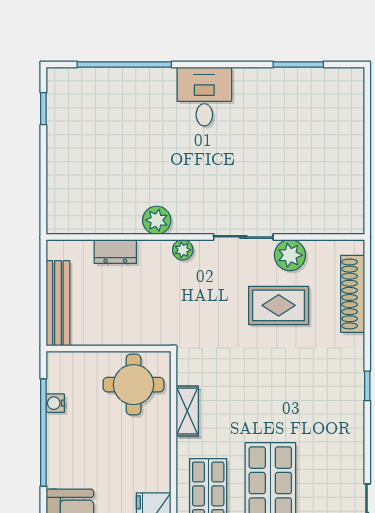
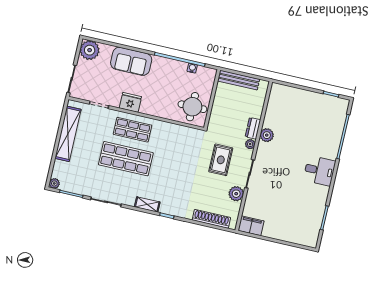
filing cabinet: (348, 210) -> (251, 226), added
dresser: (115, 252) -> (253, 128), moved
rug: (279, 305) -> (221, 160), moved
shelving: (187, 411) -> (147, 204), moved

